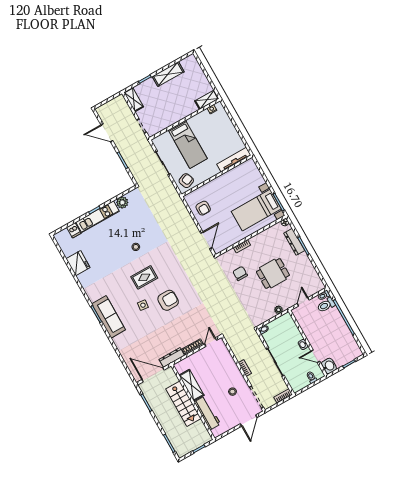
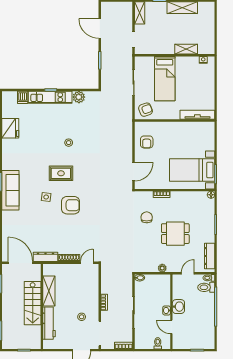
shelving: (207, 100) -> (186, 49), moved
dresser: (294, 242) -> (210, 256), moved
washbasin: (329, 366) -> (178, 307), moved

